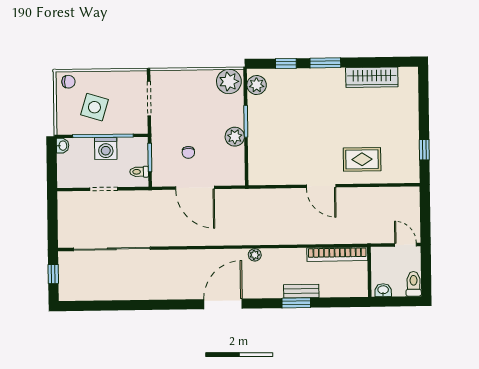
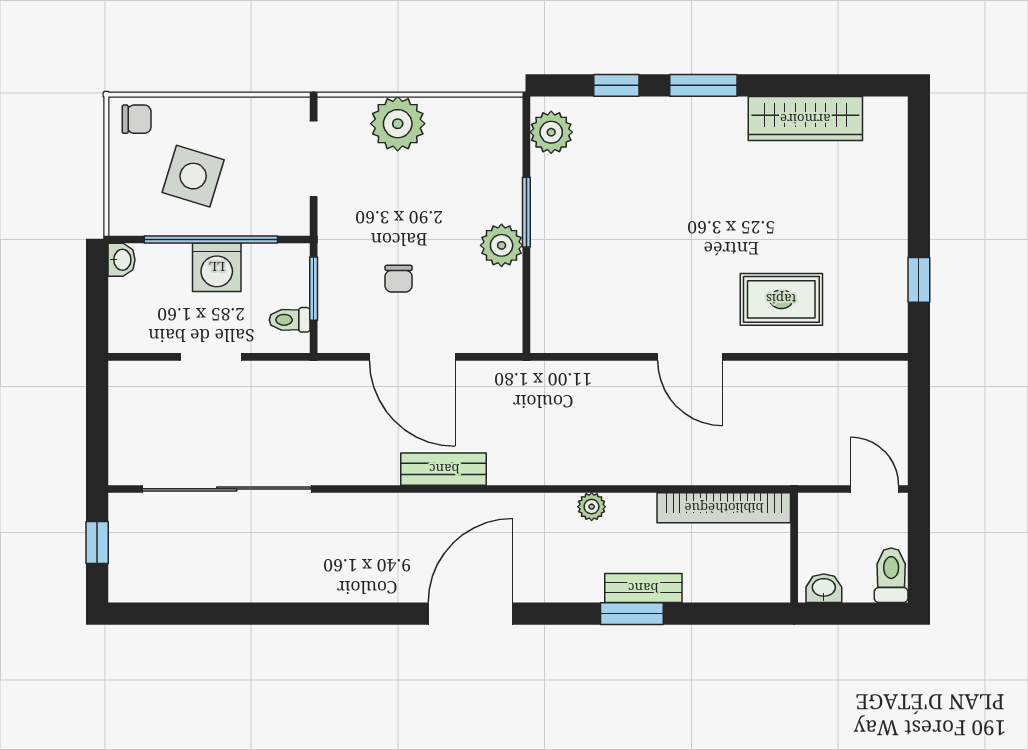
plant: (229, 82) -> (398, 124), moved
bench: (210, 238) -> (444, 469), added
plant: (255, 255) -> (592, 507), moved

